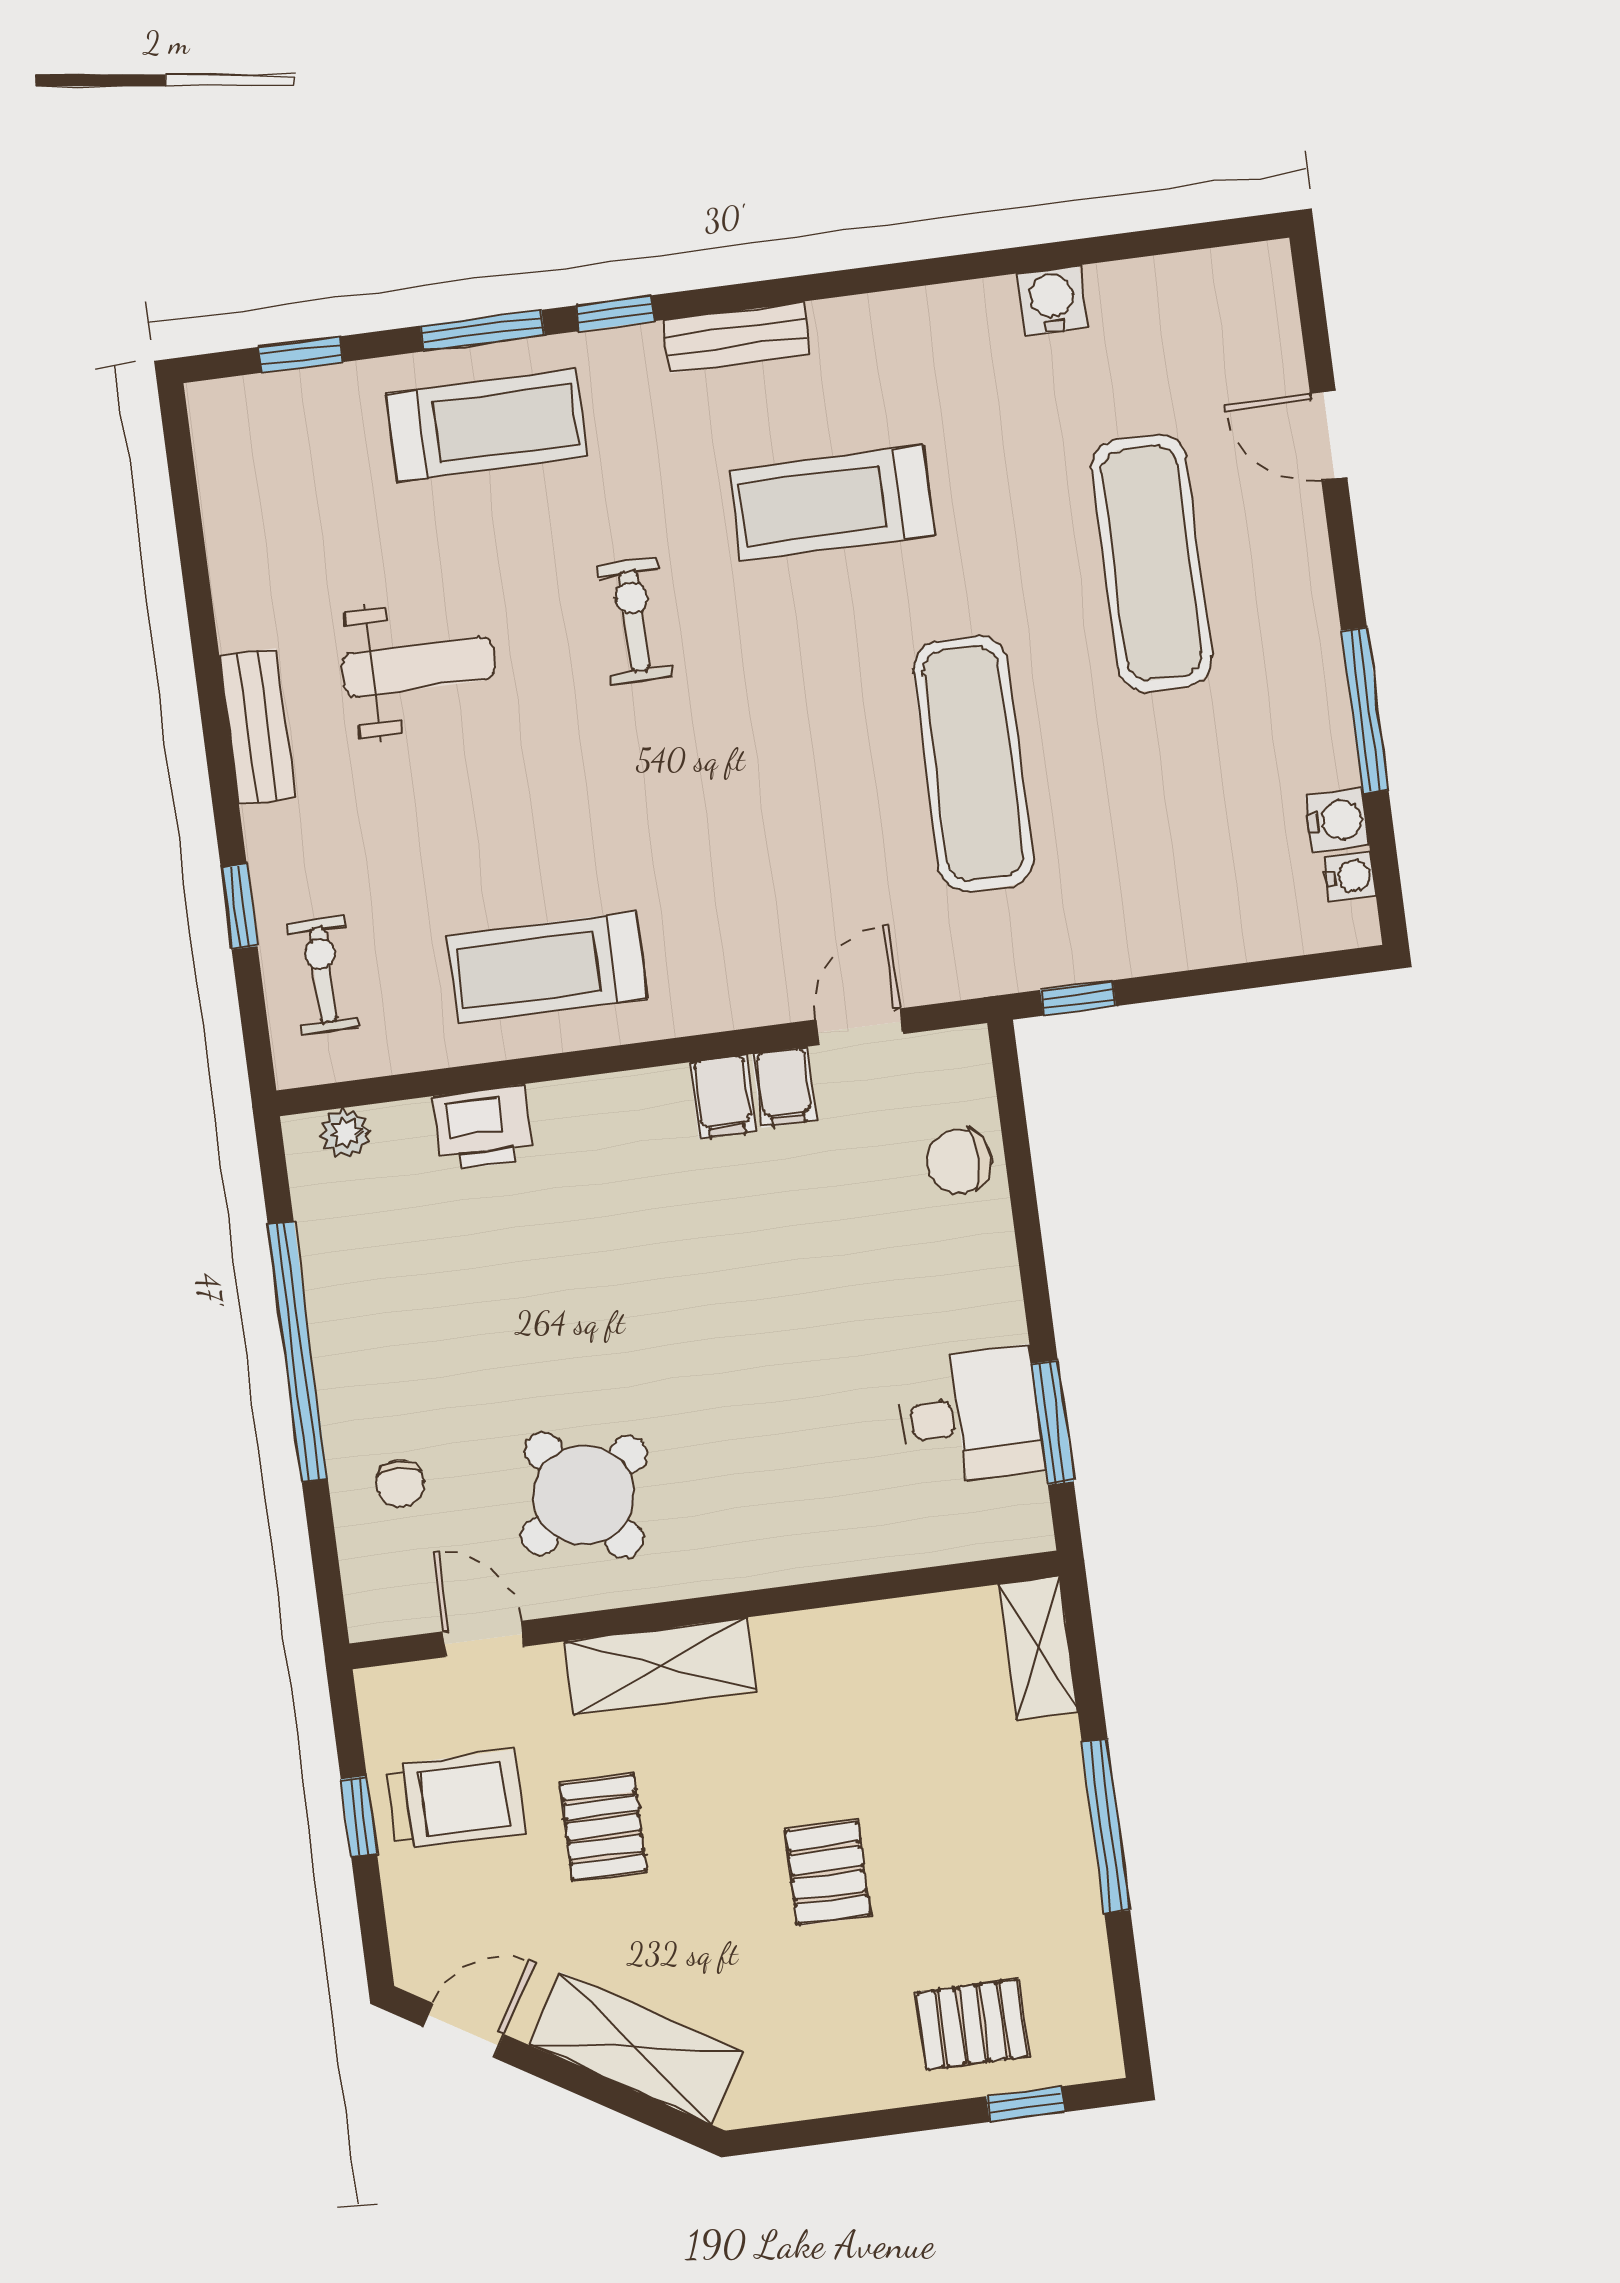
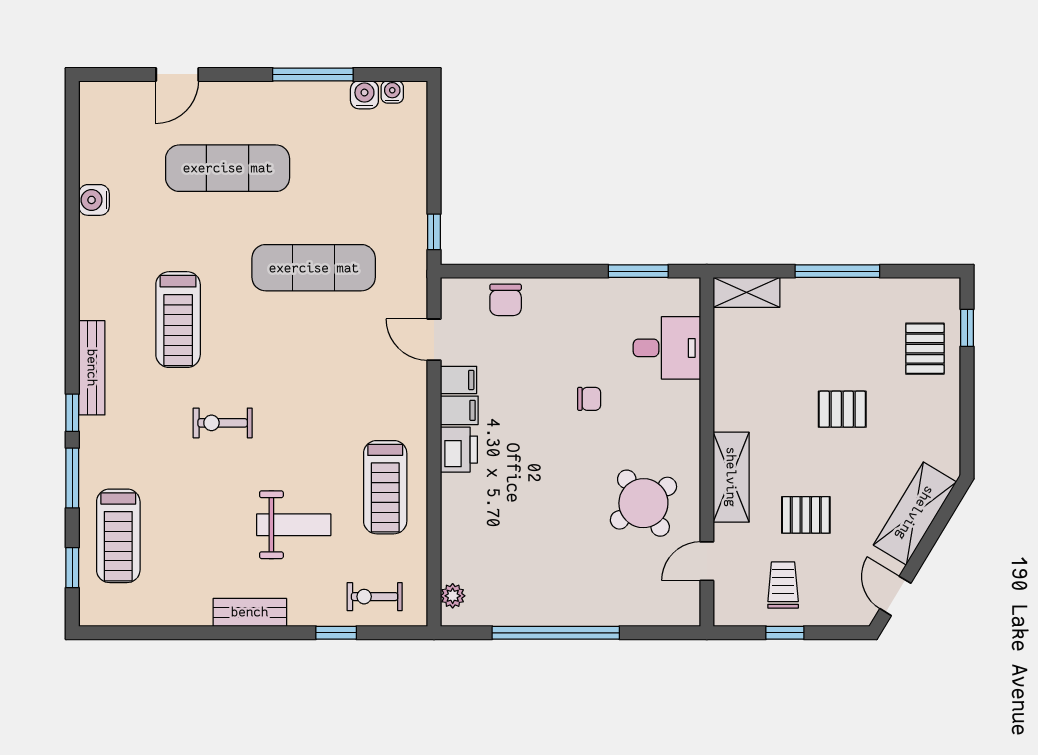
bench: (737, 337) -> (92, 368), width x1.36
treadmill: (487, 425) -> (118, 536), moved, turned 180
weight bench: (418, 667) -> (294, 525), moved, turned 90
printer: (484, 1128) -> (459, 450), moved
desk: (969, 1416) -> (667, 348), moved, turned 90
chair: (400, 1484) -> (589, 399), moved
trolley: (455, 1800) -> (783, 585), width x0.73, depth x0.72

